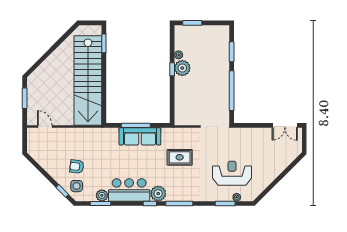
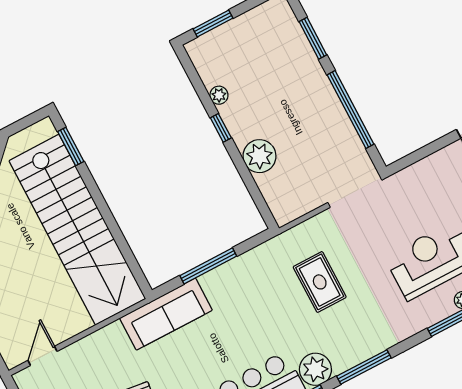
plant: (182, 68) -> (259, 156), moved
door: (45, 126) -> (42, 356), hinge flipped
sofa: (140, 136) -> (166, 314), moved
rug: (180, 157) -> (320, 282), turned 90

